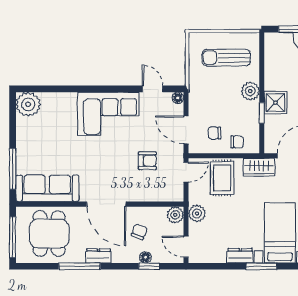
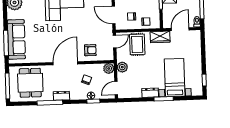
armchair: (147, 161) -> (90, 50), moved
sofa: (47, 188) -> (16, 39), moved, turned 90
door: (106, 204) -> (65, 63), swing flipped
door: (186, 247) -> (116, 88), hinge flipped

